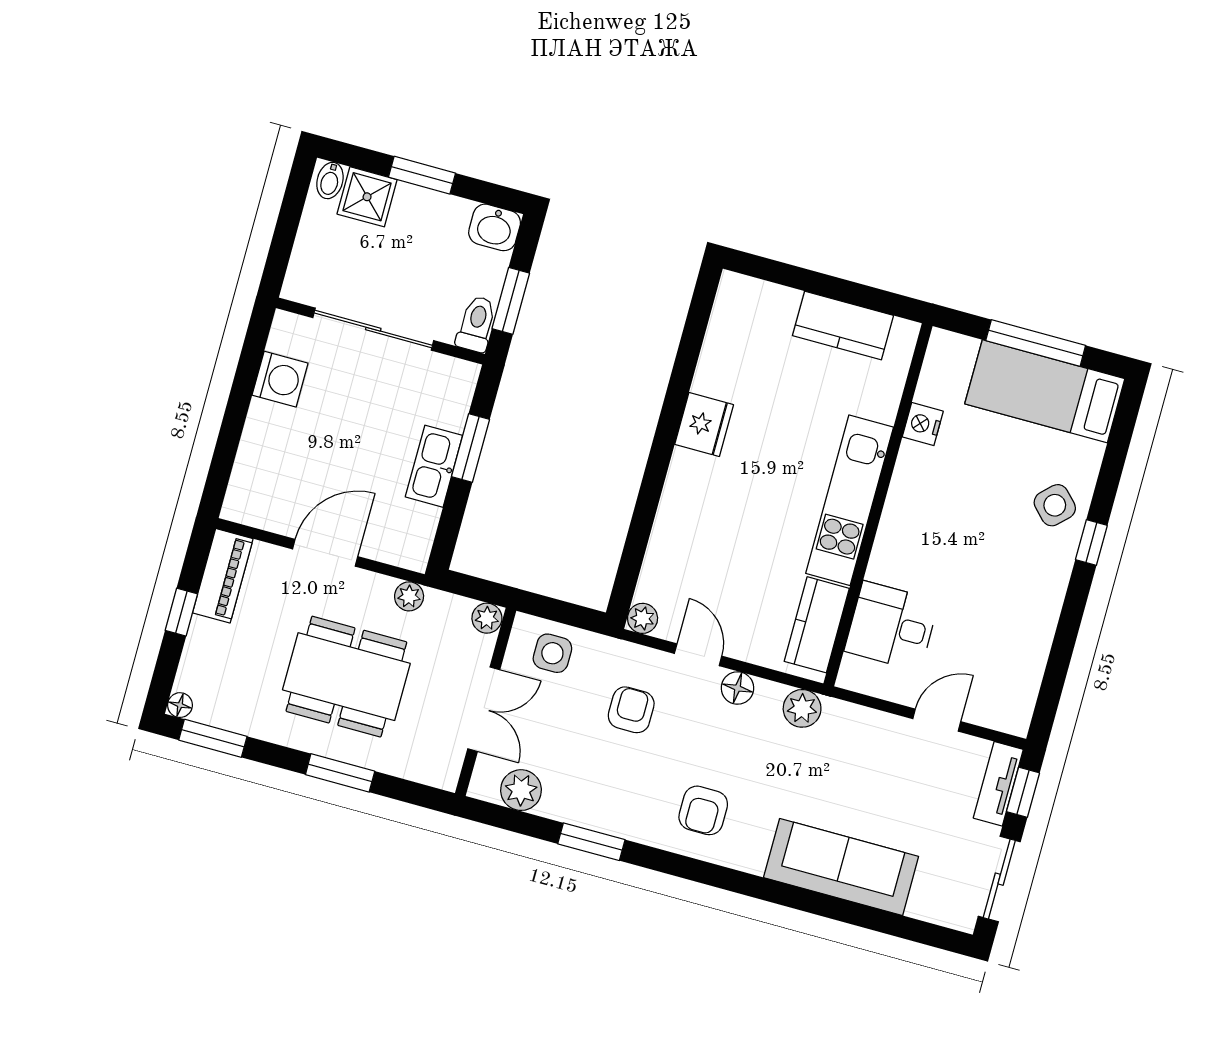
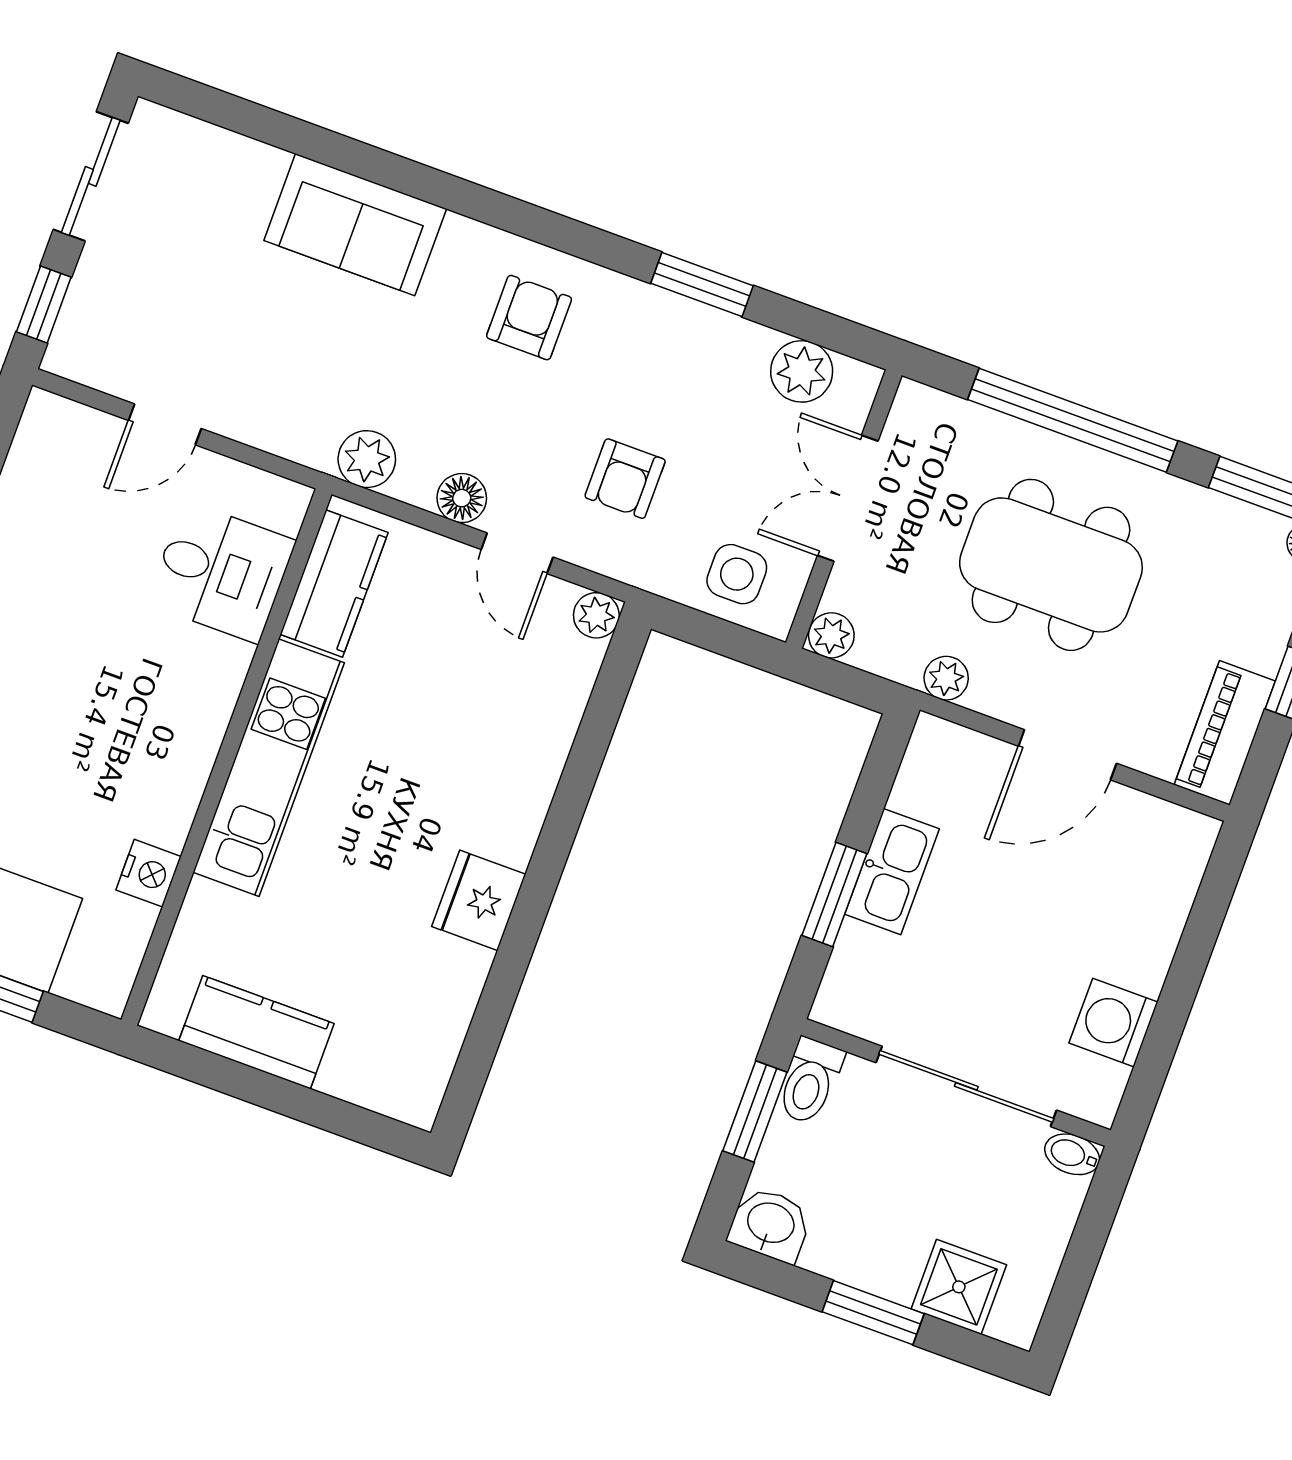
bidet: (330, 180) -> (1072, 1154), moved, turned -90
window: (340, 773) -> (1073, 420), width x2.11
tv unit: (998, 784) -> (80, 320), removed
sofa: (841, 867) -> (355, 225), width x0.73

